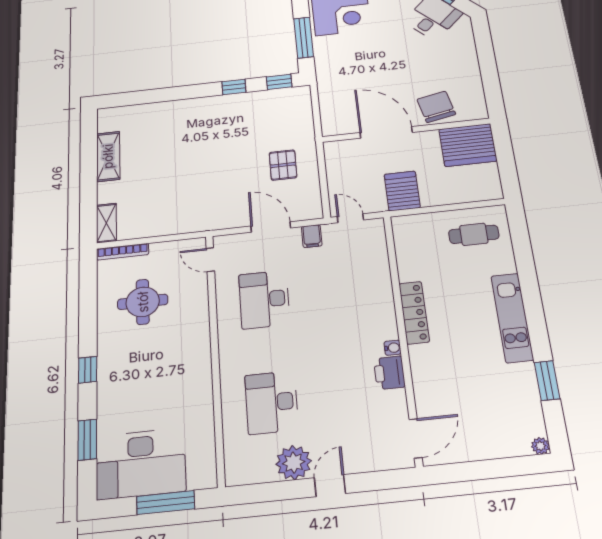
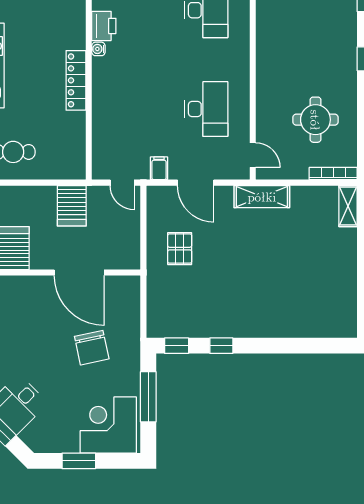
chair: (436, 107) -> (92, 348), moved
shelving: (108, 156) -> (262, 197), moved, turned 90

